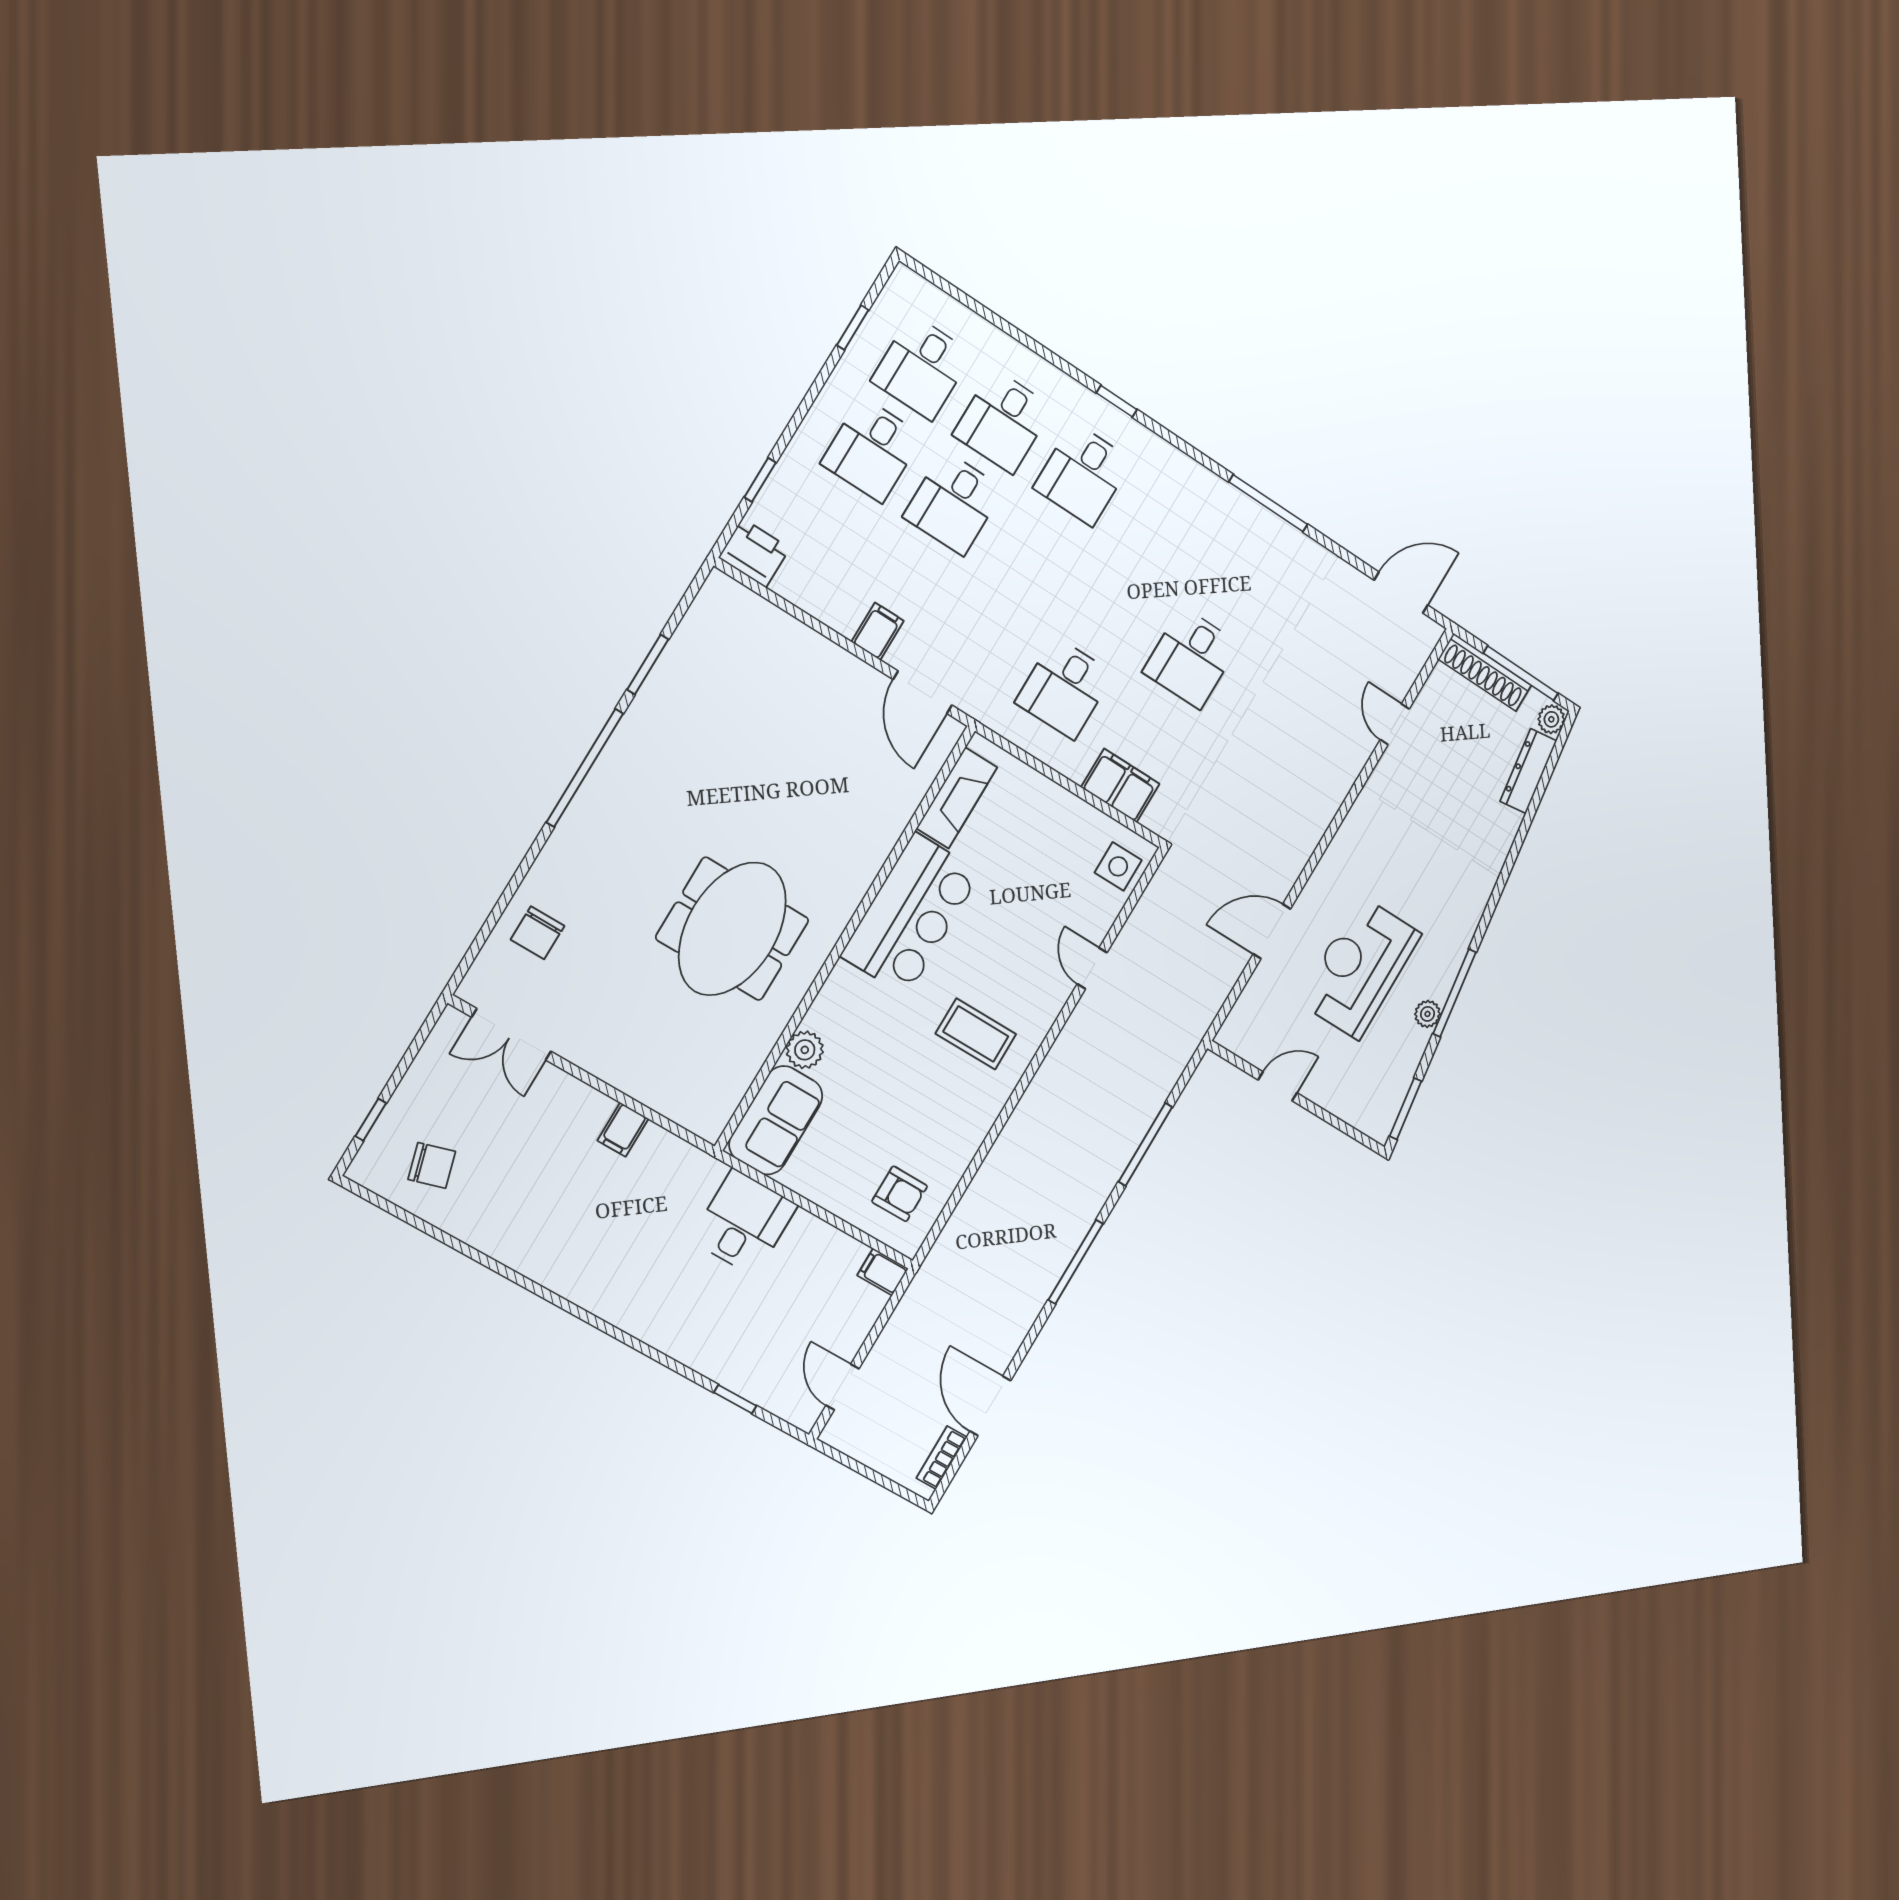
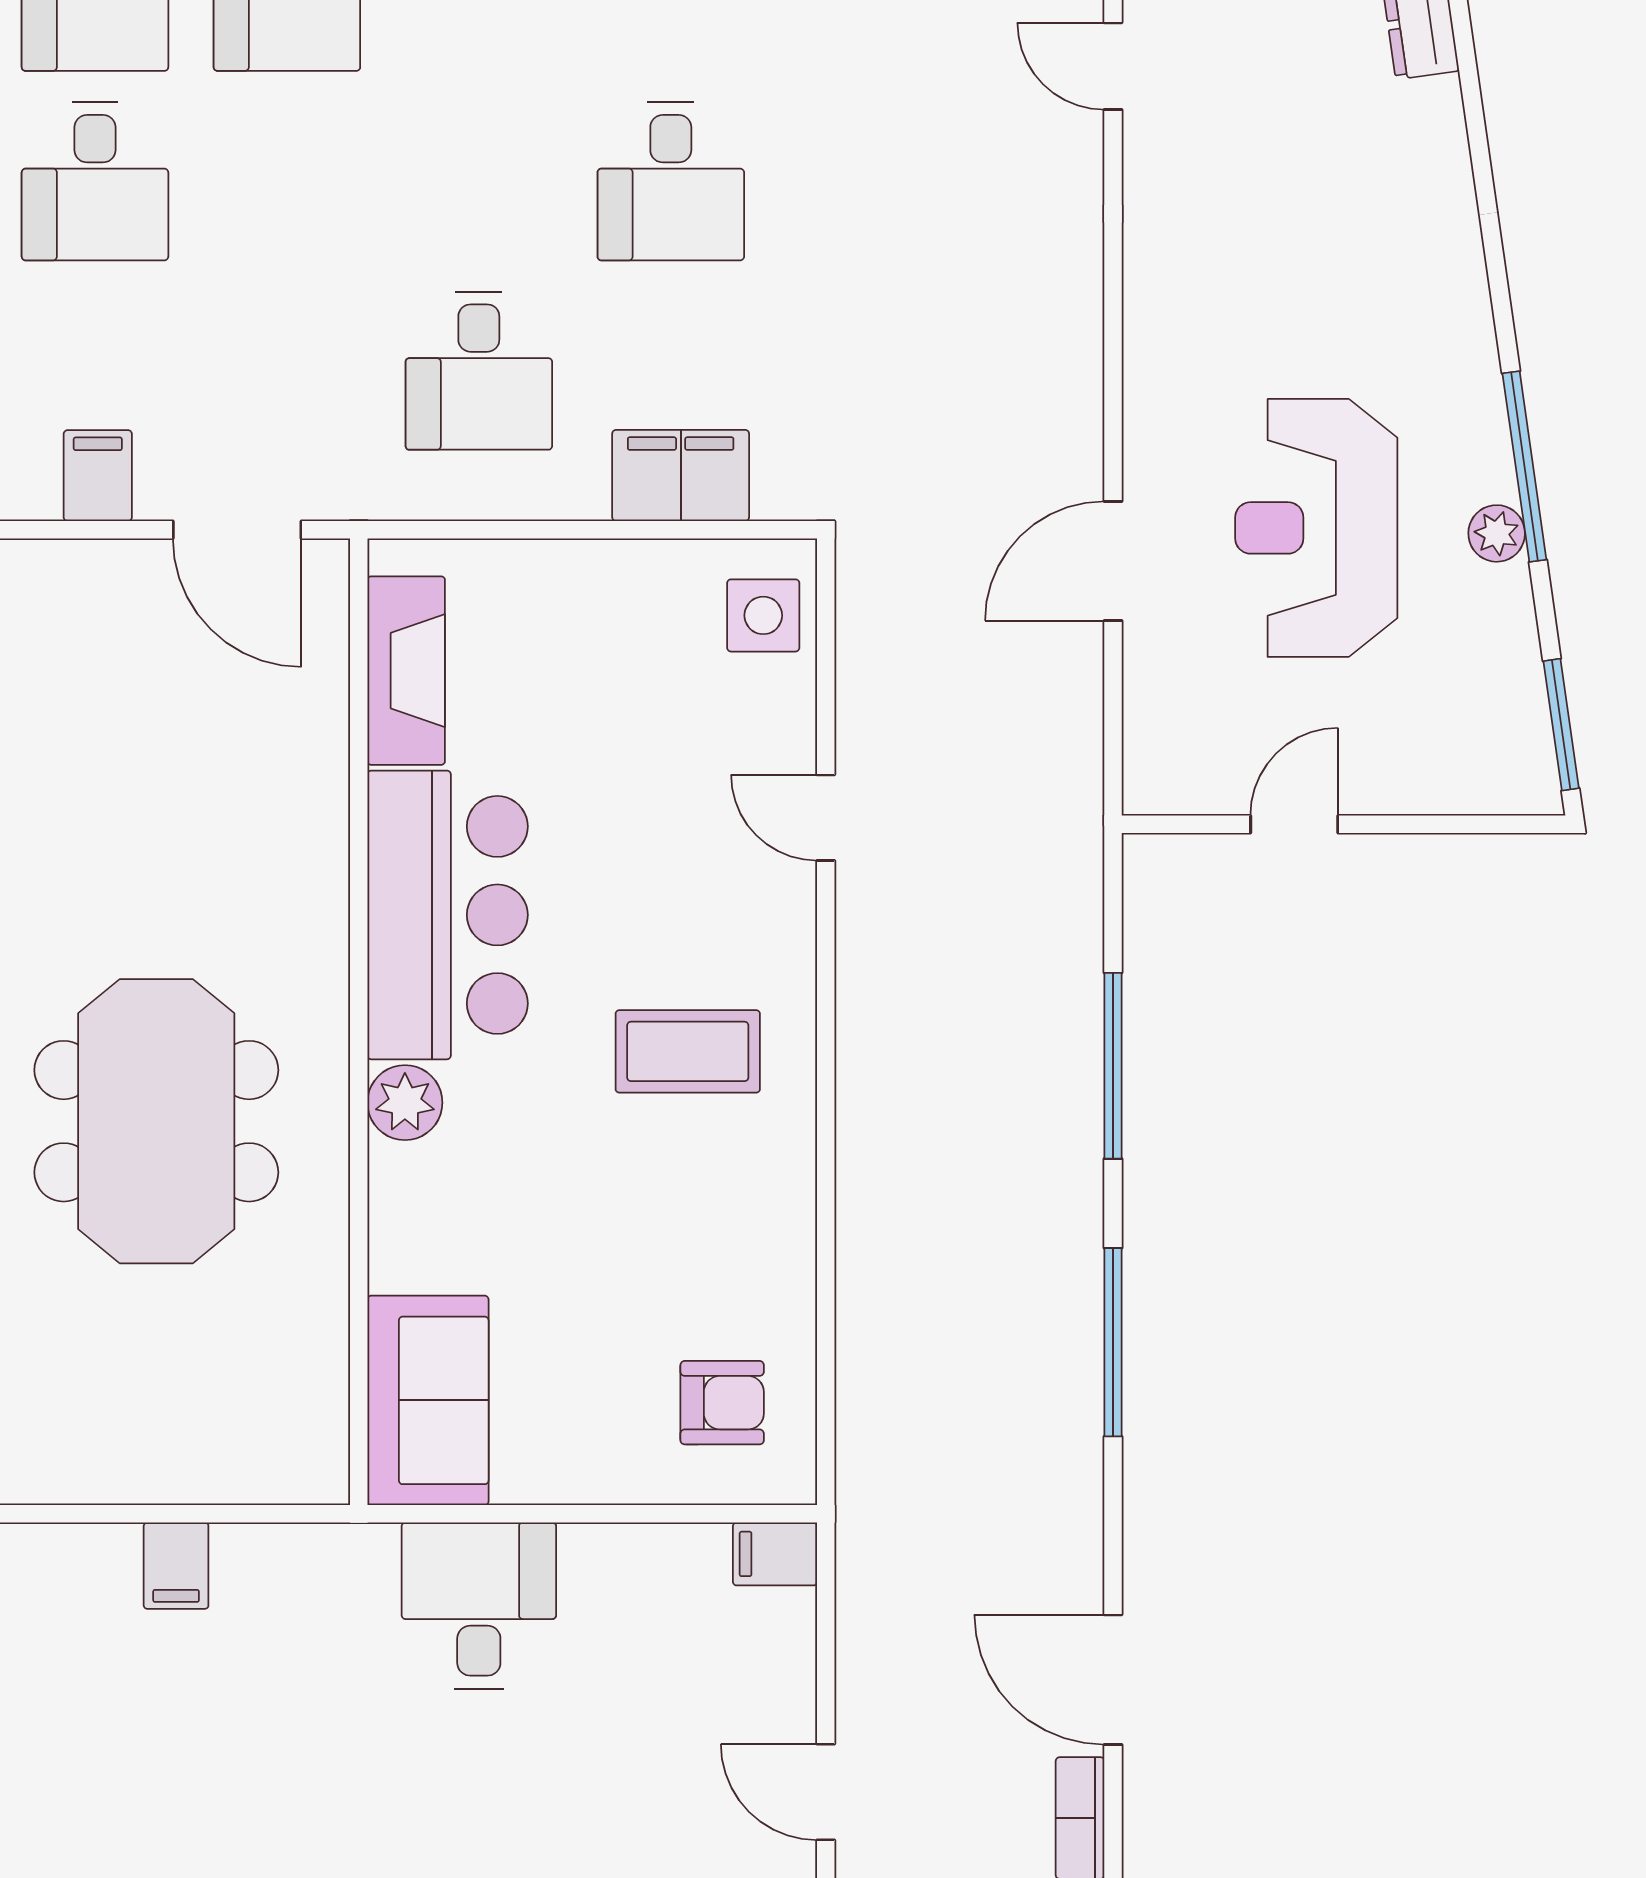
plant: (805, 1050) -> (405, 1103), moved

